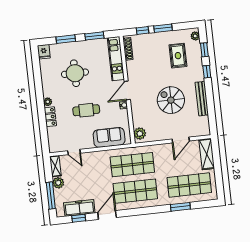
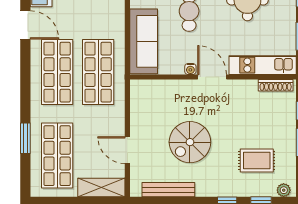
bench: (202, 99) -> (168, 190), moved
spiral stairs: (171, 100) -> (190, 142), turned 180
plant: (140, 134) -> (144, 89), removed
sofa: (109, 137) -> (144, 41), width x1.36

